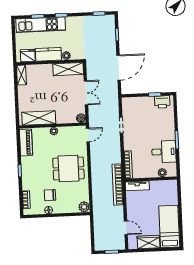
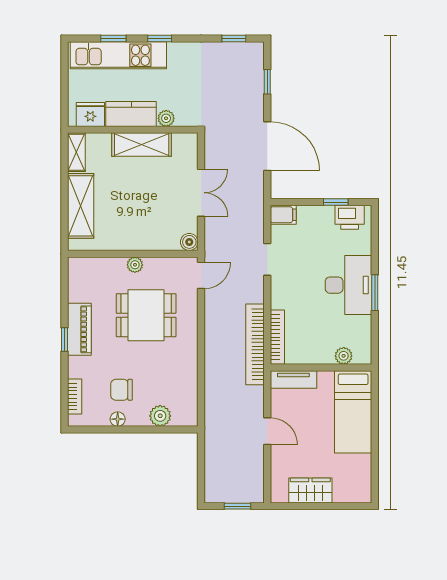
door: (119, 68) -> (267, 146), hinge flipped
shelving: (68, 69) -> (142, 145), moved
filing cabinet: (128, 102) -> (283, 215), added
shelving: (39, 118) -> (81, 206), moved, turned 90
piano: (26, 142) -> (79, 329), moved
desk: (164, 152) -> (348, 285), moved, width x1.37
dining table: (68, 168) -> (146, 315), moved
bookcase: (118, 185) -> (255, 344), moved
plant: (84, 207) -> (160, 416), moved
bed: (169, 226) -> (353, 412), moved, turned 180
door: (126, 228) -> (267, 431), moved

